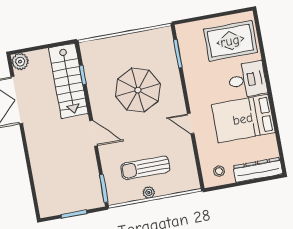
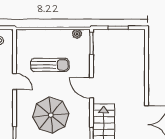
sun lounger: (145, 168) -> (50, 65), moved
plant: (149, 192) -> (77, 34), moved

